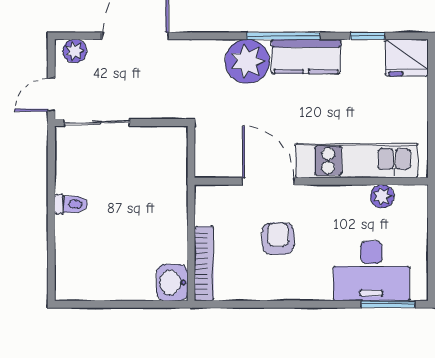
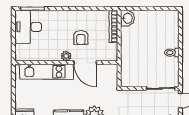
plant: (382, 196) -> (66, 56), moved
desk: (371, 271) -> (28, 27), moved, turned -90

